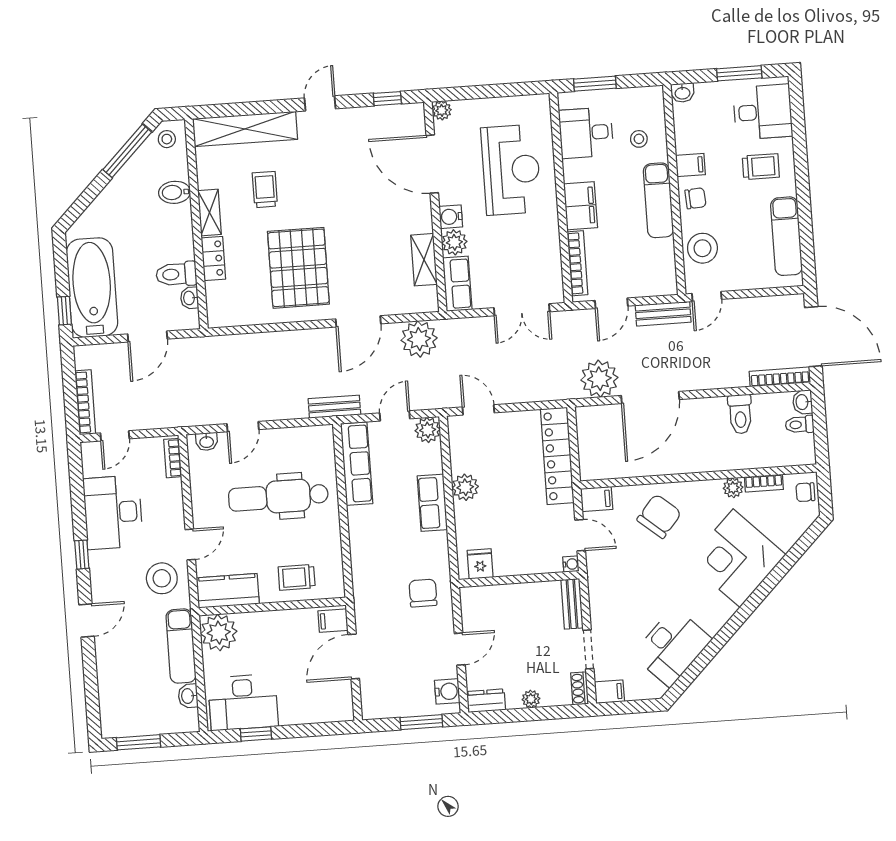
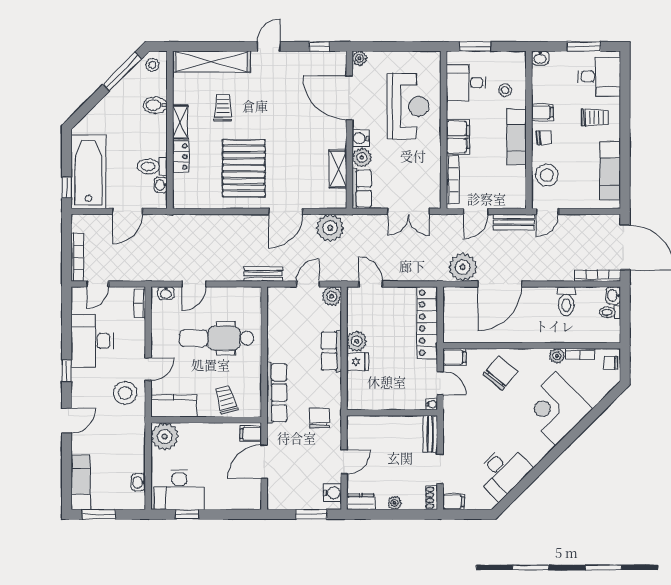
row of seats: (357, 464) -> (277, 393), moved
fridge: (480, 564) -> (357, 362), moved, turned 90
trolley: (297, 577) -> (226, 399), turned 74
exam couch: (181, 646) -> (81, 482), moved, turned 180

